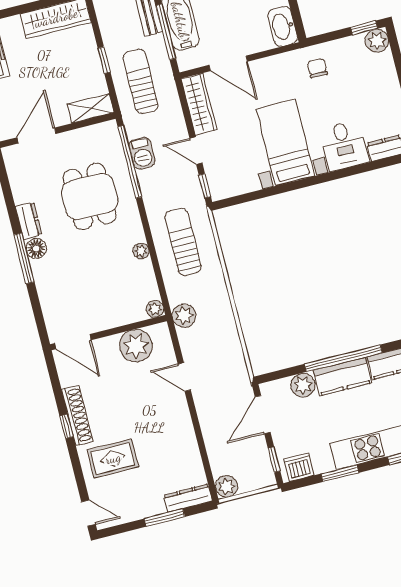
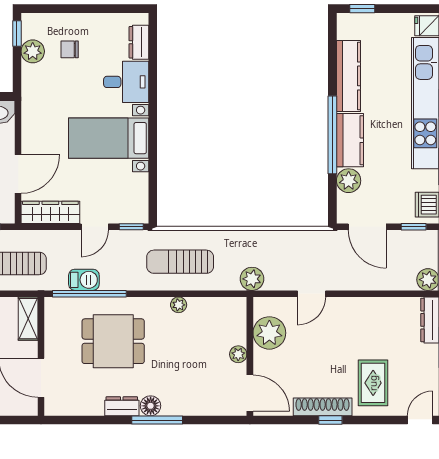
plant: (377, 41) -> (33, 51), moved
chair: (317, 68) -> (70, 49), moved
plant: (155, 309) -> (238, 354), moved
door: (73, 342) -> (250, 393), hinge flipped

